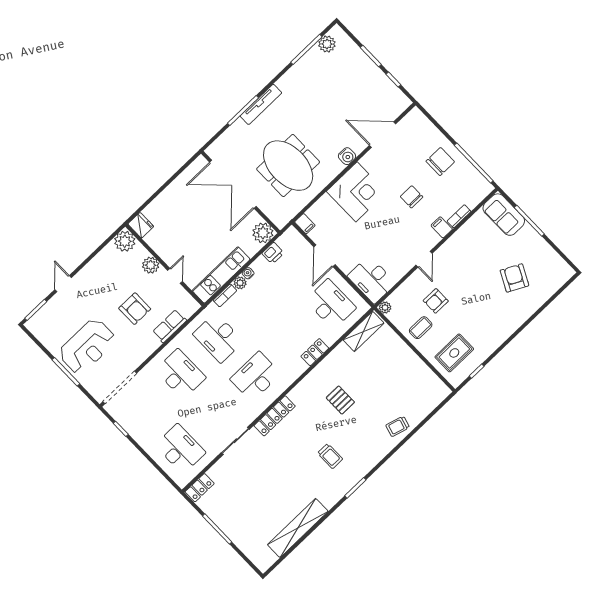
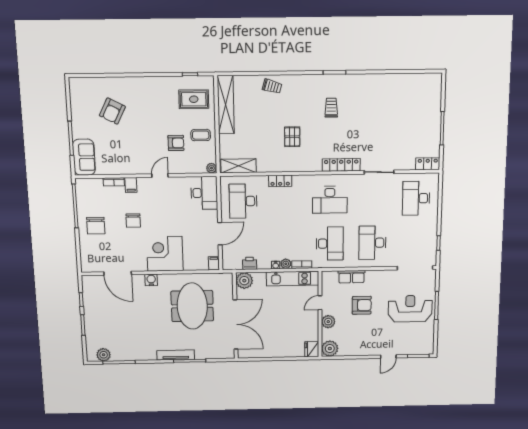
chair: (440, 161) -> (96, 226), turned -90
armchair: (135, 309) -> (362, 305), turned 90
shelving: (298, 528) -> (226, 105), moved, turned 90

